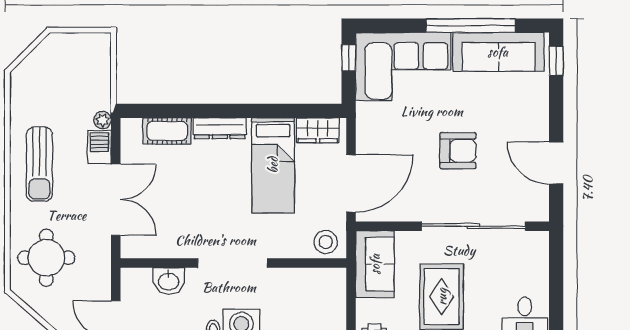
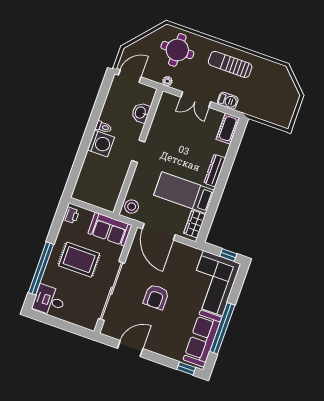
plant: (102, 120) -> (167, 81), moved
cot: (167, 131) -> (228, 129), moved
double door: (116, 200) -> (196, 99), width x0.73
doorway: (232, 263) -> (138, 151), width x0.53

